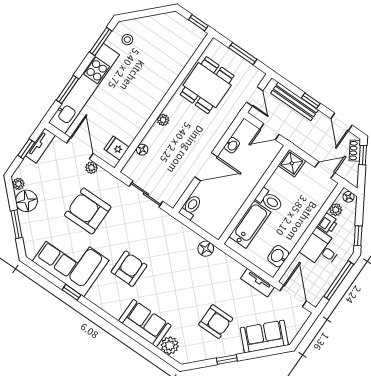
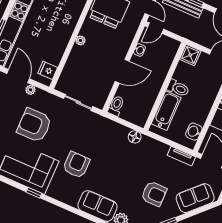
door: (269, 132) -> (156, 28), moved
floor lamp: (142, 150) -> (68, 68), removed

